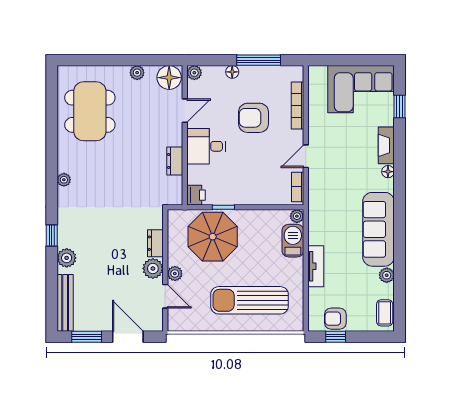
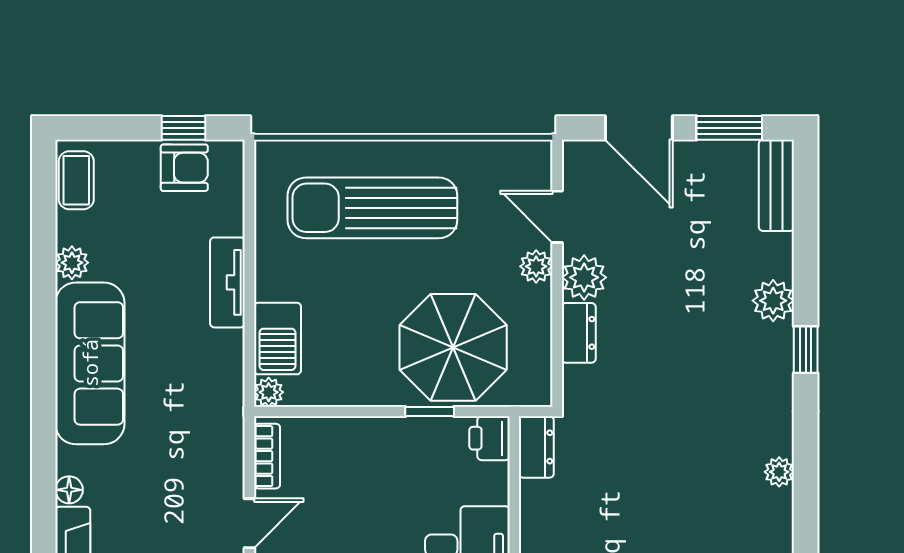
dresser: (175, 161) -> (536, 447), moved
sun lounger: (249, 300) -> (372, 208), turned 180
bench: (65, 303) -> (776, 185), width x0.73

